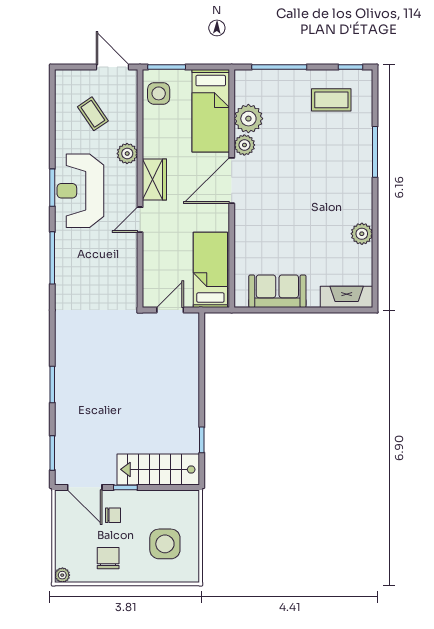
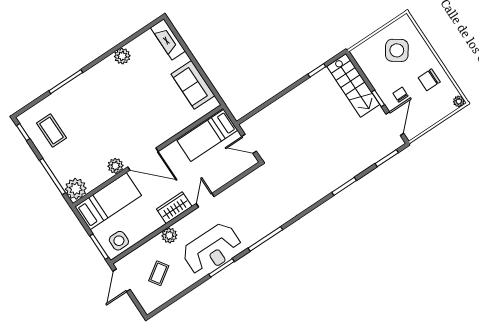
plant: (248, 119) -> (76, 189), moved
door: (140, 220) -> (205, 200), swing flipped
side table: (165, 544) -> (397, 50), turned 35

